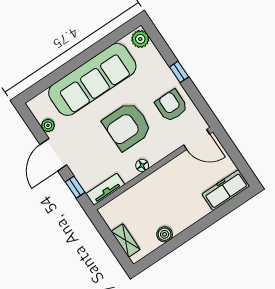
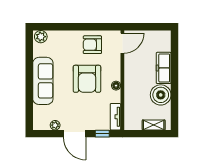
window: (179, 72) -> (75, 27), removed
sofa: (92, 79) -> (43, 81), width x0.74, depth x0.79
freezer: (226, 190) -> (164, 68), moved
boiler: (165, 234) -> (161, 95), width x1.86, depth x1.86

